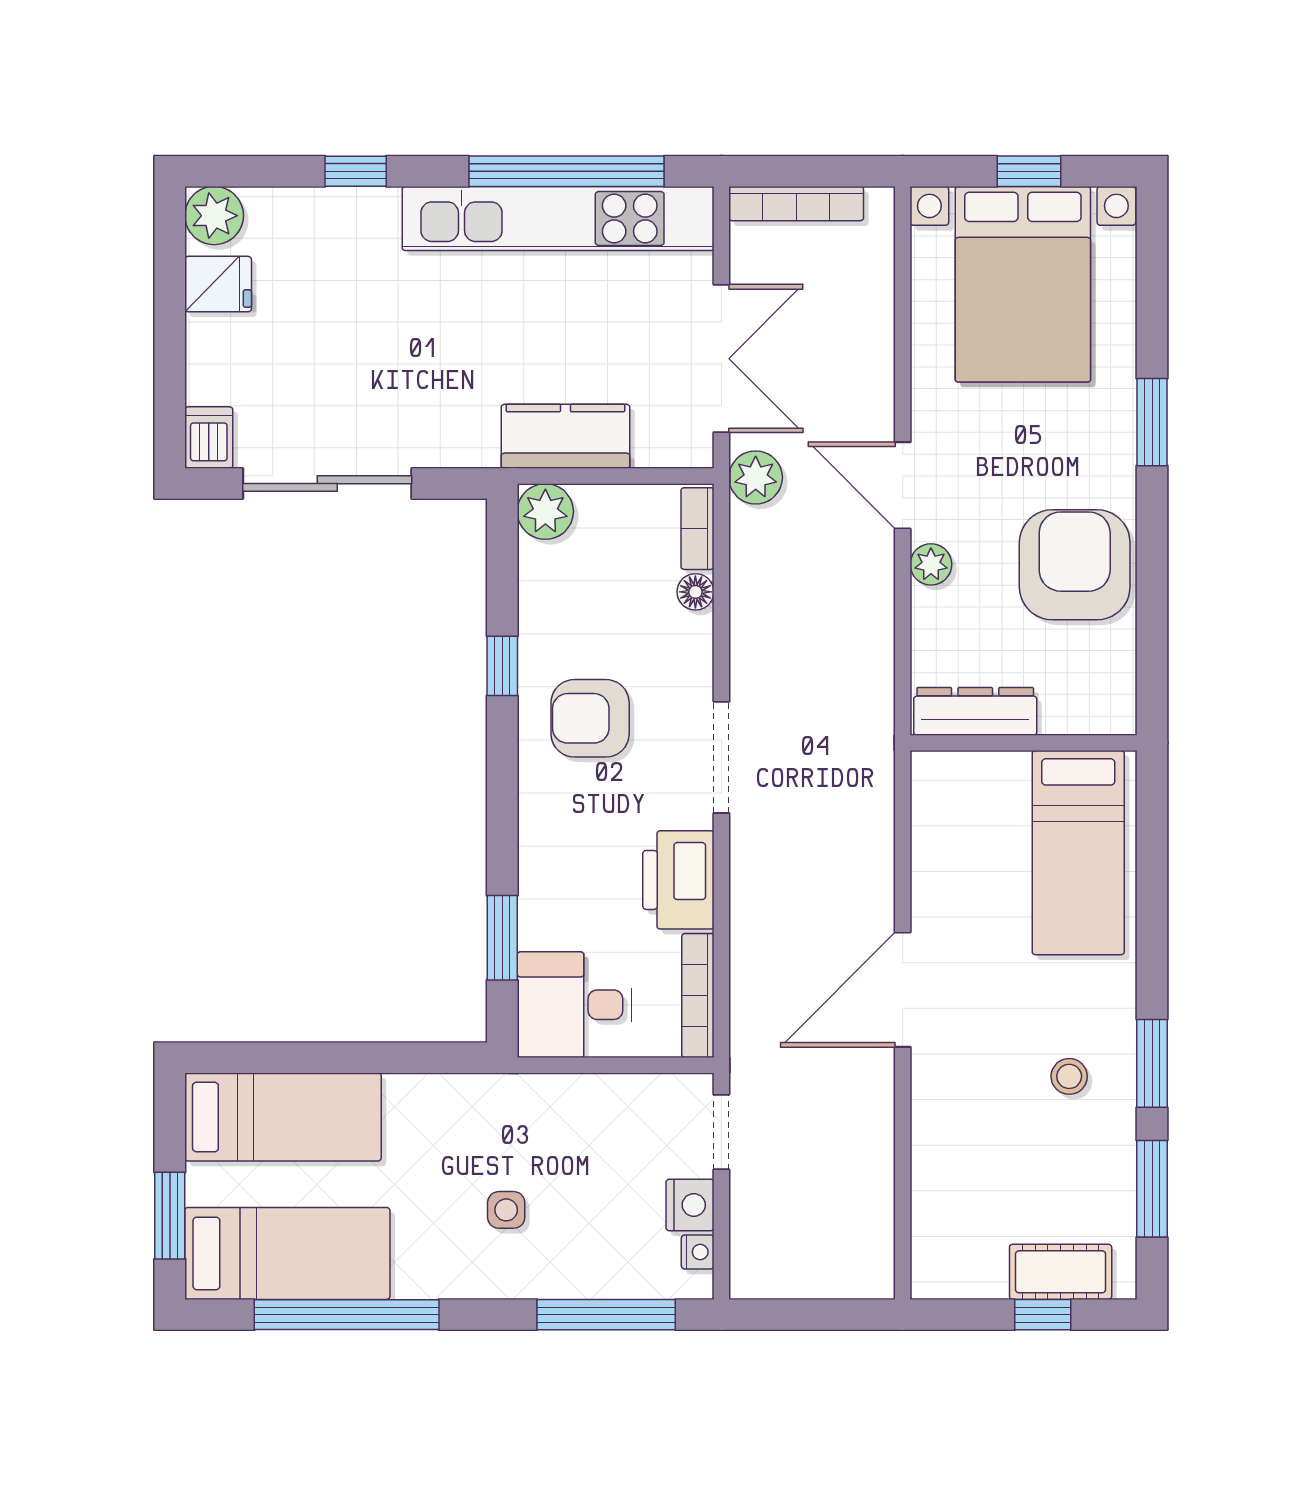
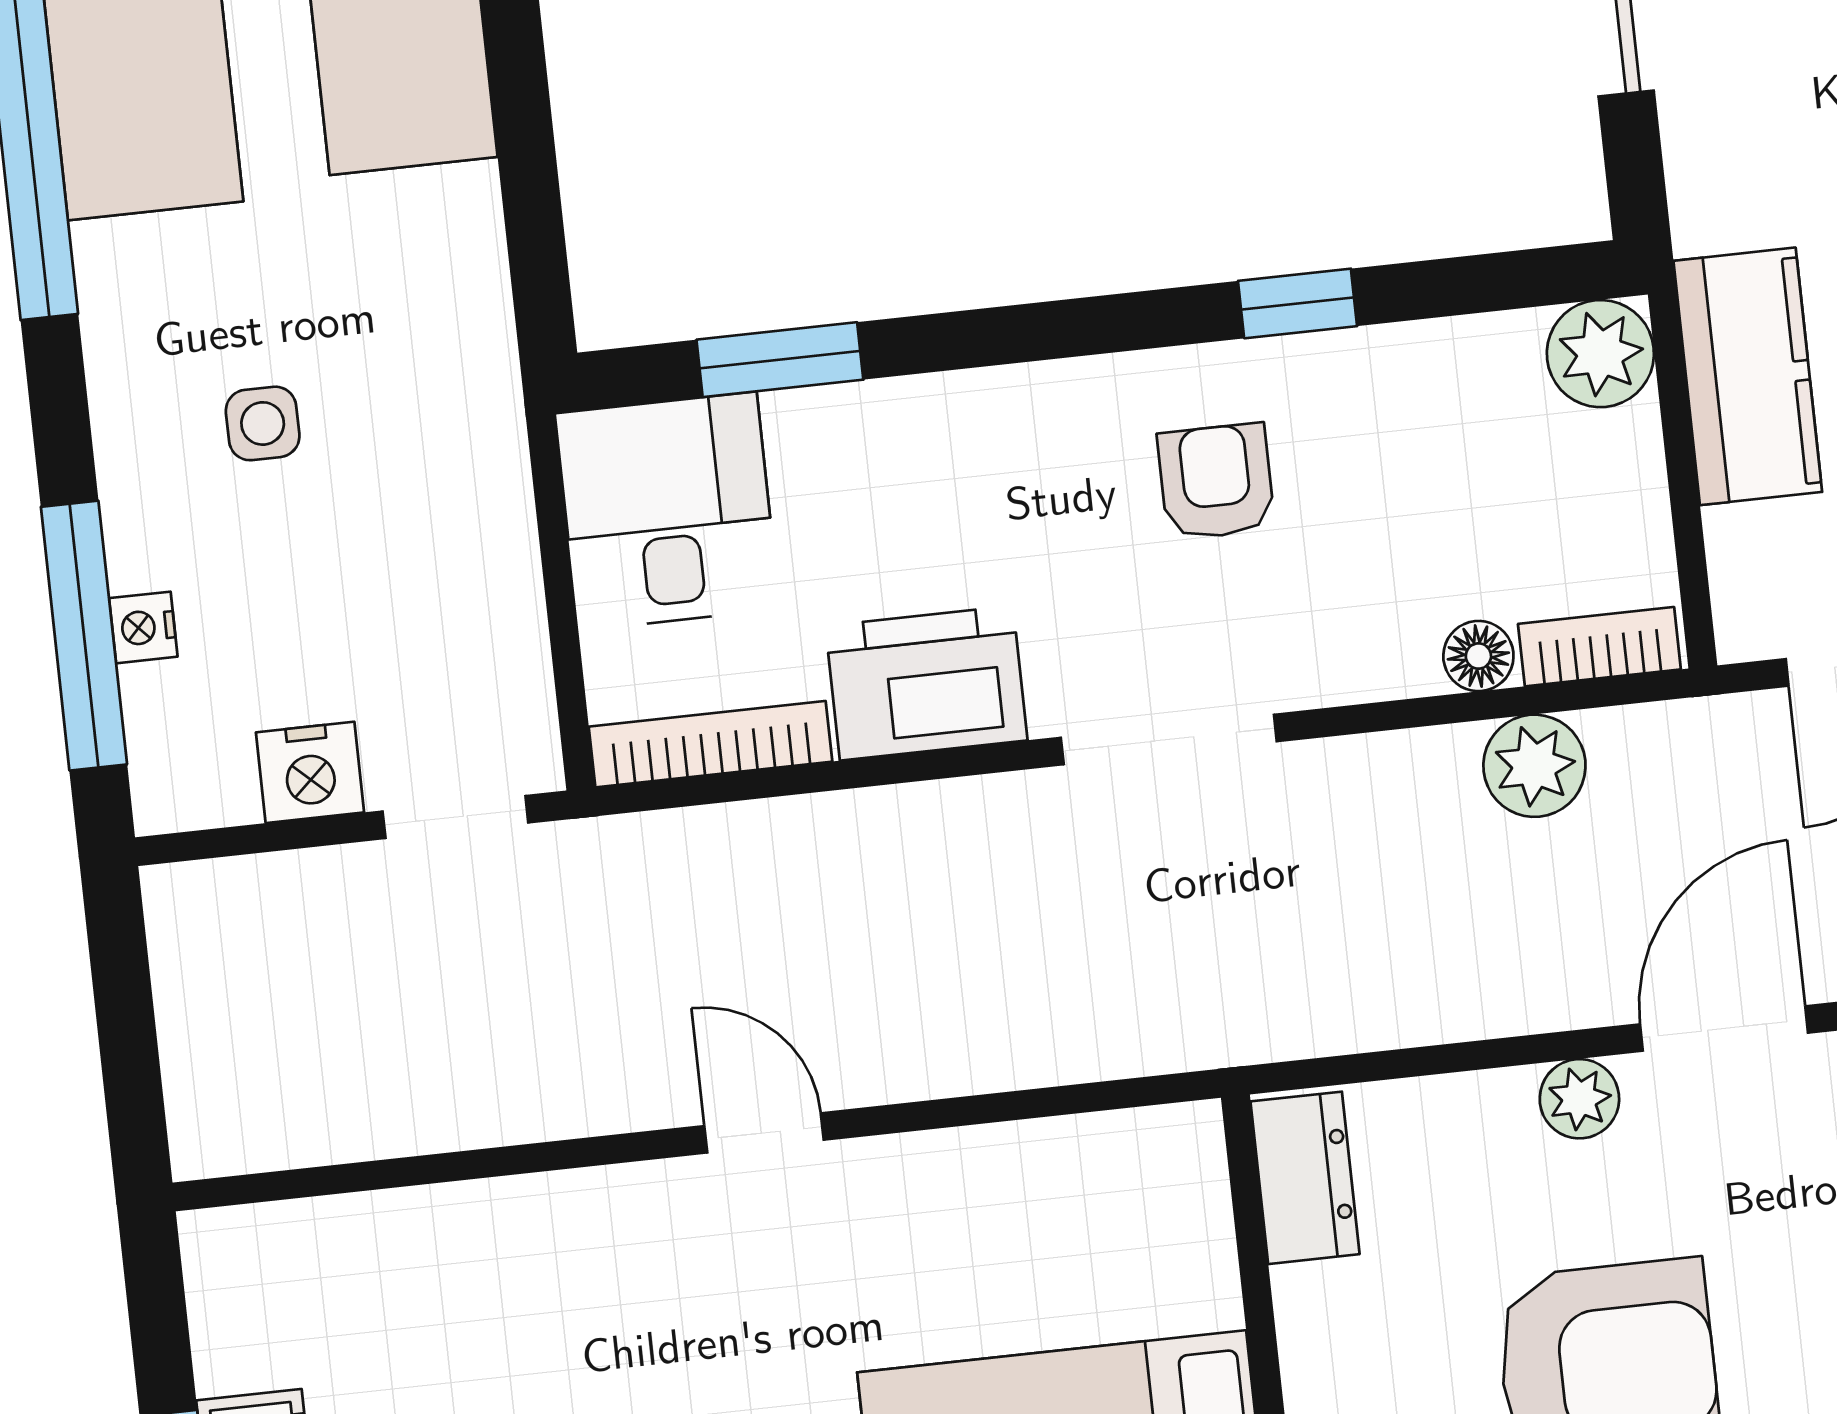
plant: (756, 477) -> (1534, 766), moved
dresser: (975, 711) -> (1305, 1178), width x0.70
armchair: (590, 718) -> (1216, 482), width x0.72, depth x0.72
door: (903, 990) -> (764, 1133), width x0.53
nightstand: (698, 1252) -> (143, 627), moved, turned 90

